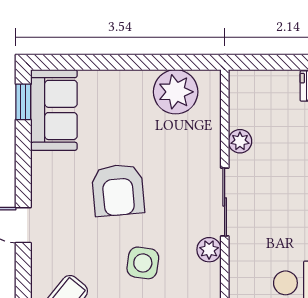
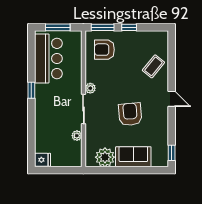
sofa: (54, 110) -> (133, 157), moved, turned 90
side table: (143, 263) -> (119, 82), removed

